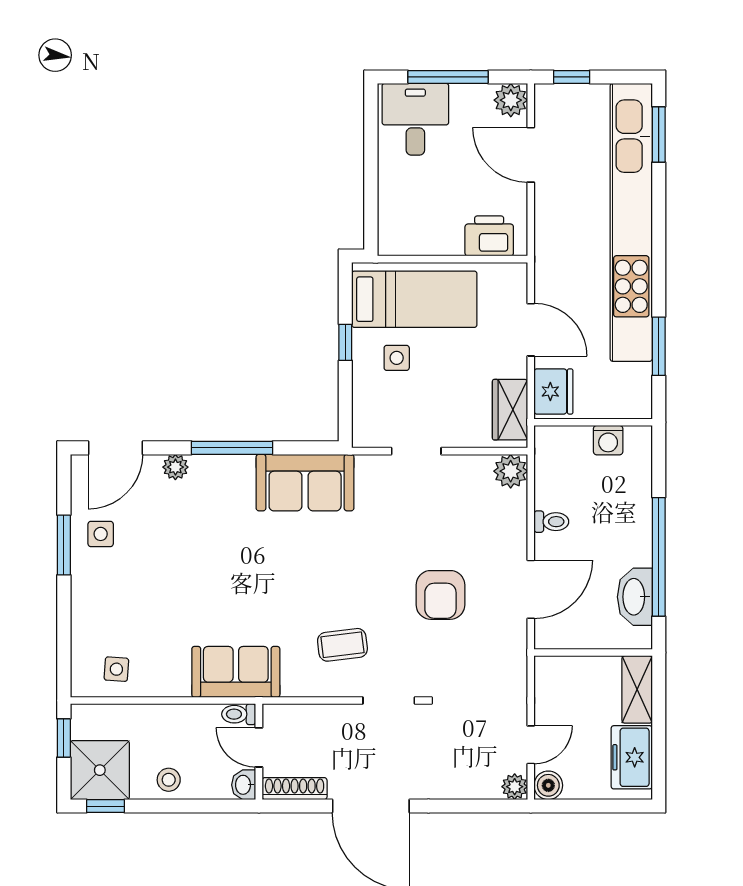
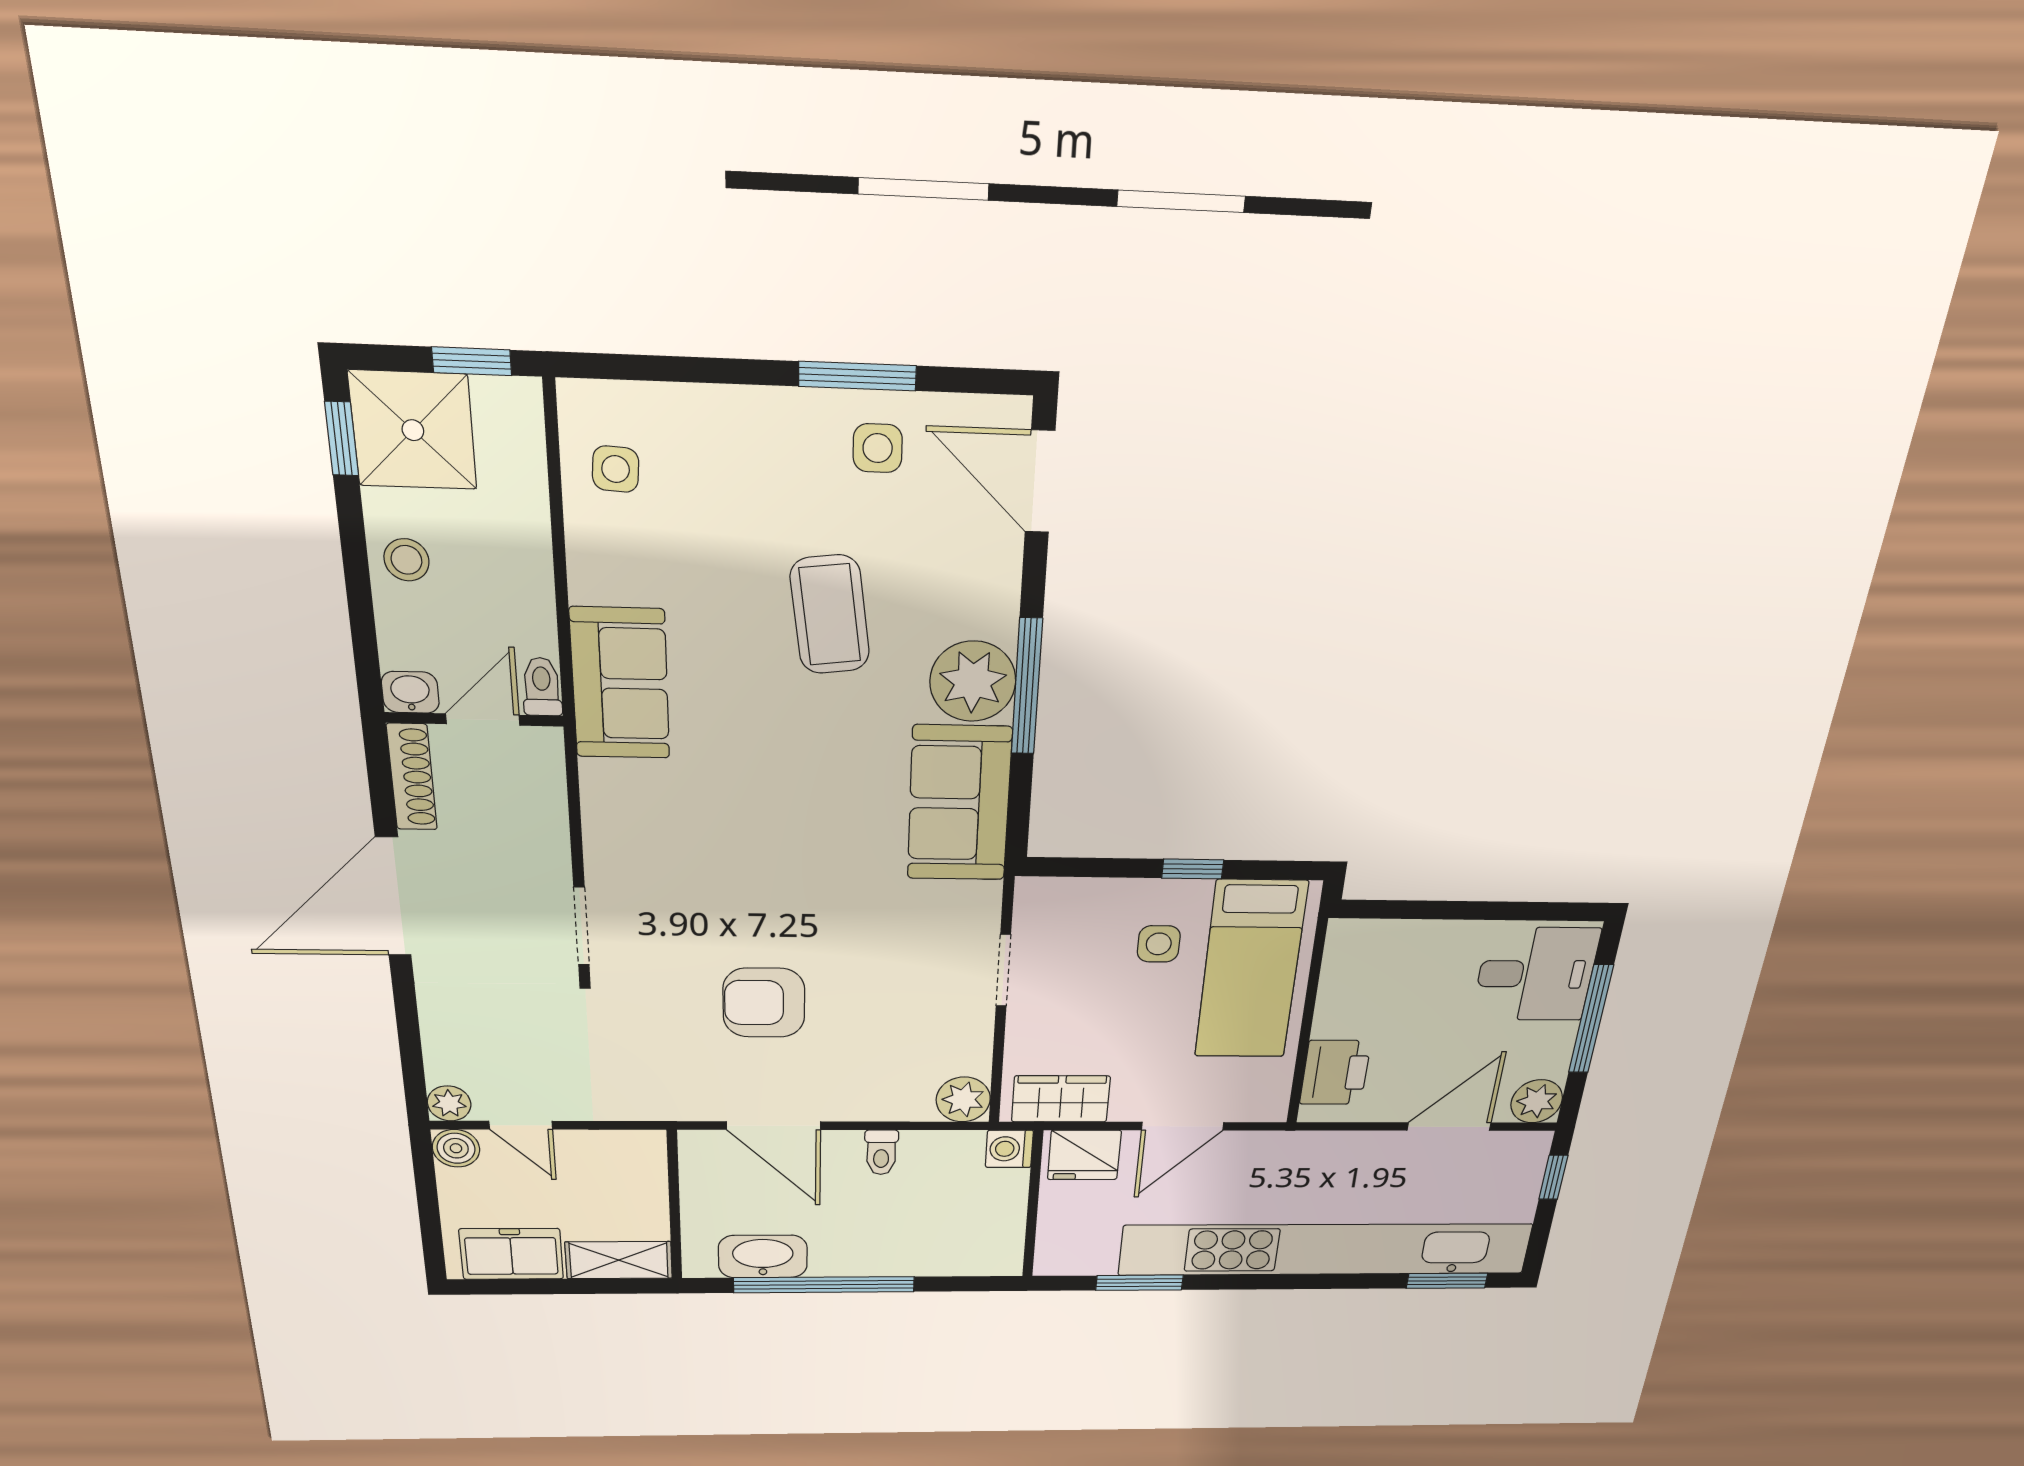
washing machine: (608, 440) -> (1009, 1149), moved
plant: (175, 467) -> (973, 681), moved, width x1.87, depth x1.87
coffee table: (342, 645) -> (830, 615), moved, width x1.36, depth x1.30

